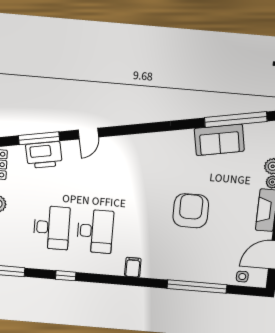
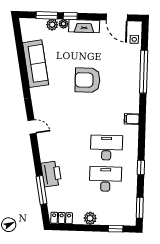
window: (236, 120) -> (21, 53), removed
door: (88, 134) -> (32, 127), moved
sofa: (219, 140) -> (36, 64), width x1.36
printer: (44, 155) -> (51, 174), moved

